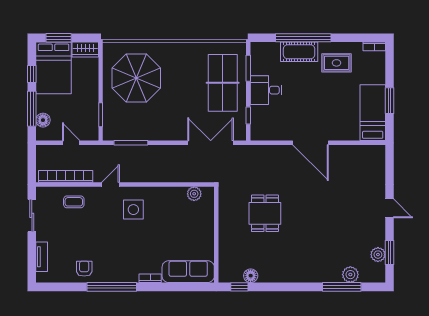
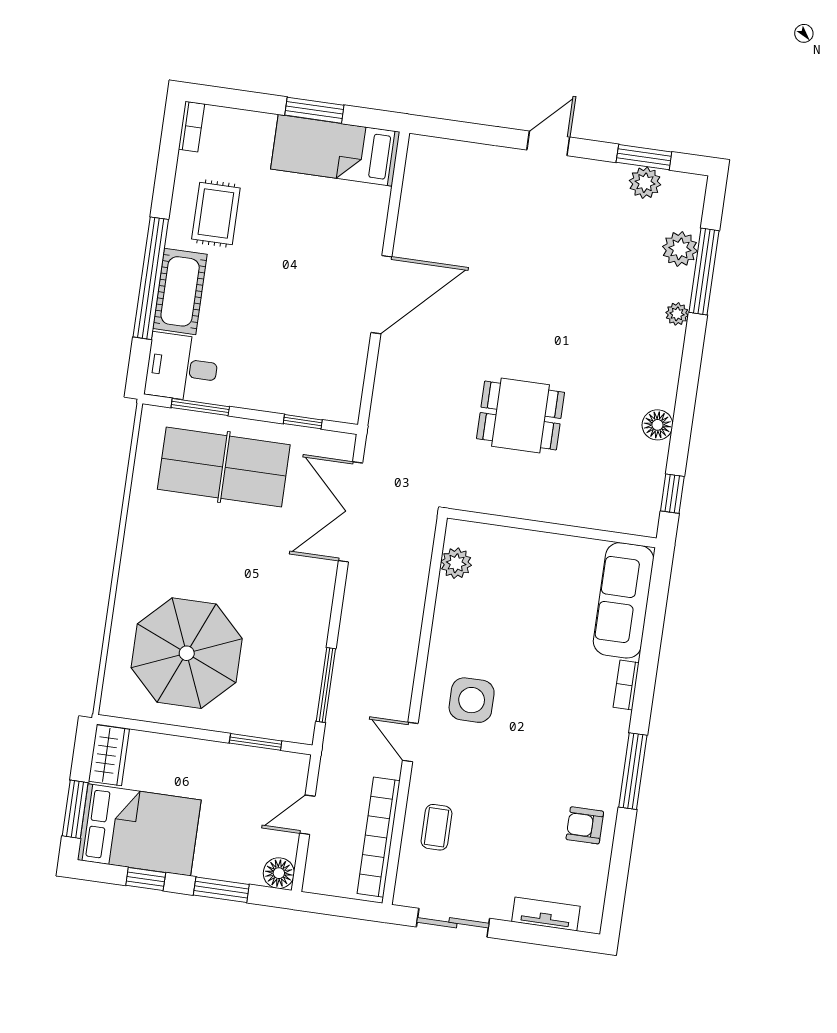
desk: (266, 90) -> (182, 367), moved, turned 90
window: (32, 109) -> (221, 890), width x0.69
floor lamp: (43, 120) -> (279, 873), moved
floor lamp: (251, 276) -> (657, 425), moved
plant: (321, 277) -> (677, 314), added
window: (112, 287) -> (633, 771), width x0.68

